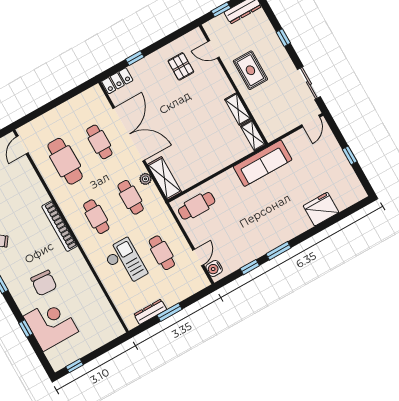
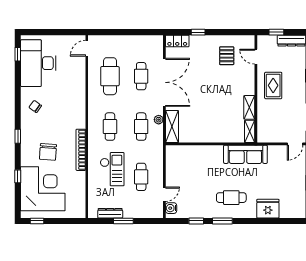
cafe table: (197, 206) -> (231, 198), moved
bookcase: (59, 226) -> (81, 150), moved
corner desk: (51, 324) -> (43, 189), width x1.36, depth x1.36

